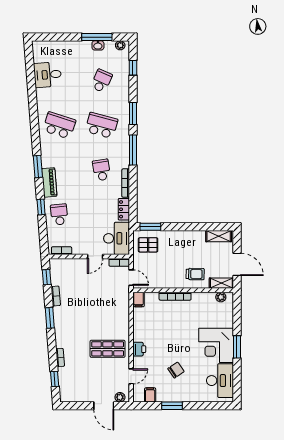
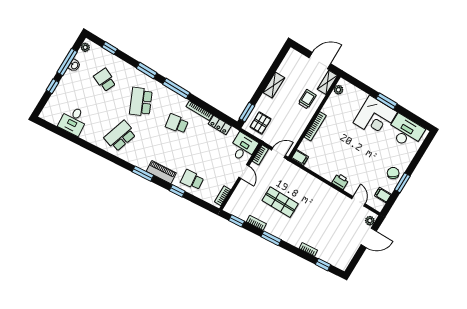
window: (67, 37) -> (52, 86), added
school desk: (102, 125) -> (141, 102), turned -39
shelving: (219, 236) -> (274, 85), moved
desk: (117, 238) -> (243, 147), width x0.73
shop shelf: (108, 349) -> (280, 202), moved, turned 90
chair: (176, 370) -> (393, 173), moved

